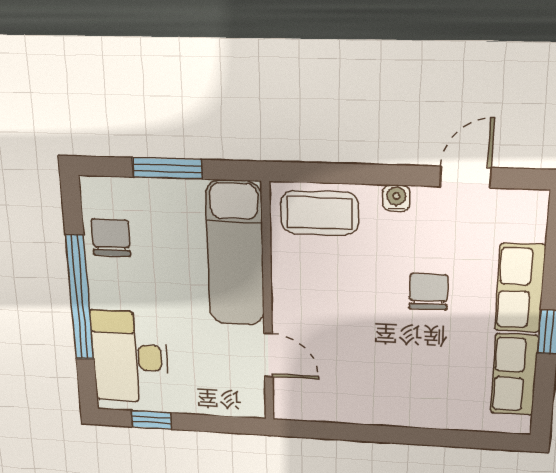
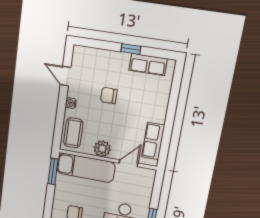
window: (167, 168) -> (53, 171), moved
row of seats: (520, 288) -> (153, 141), moved, turned 90
plant: (292, 289) -> (102, 149), added

